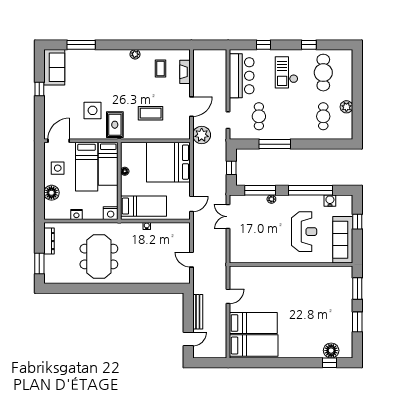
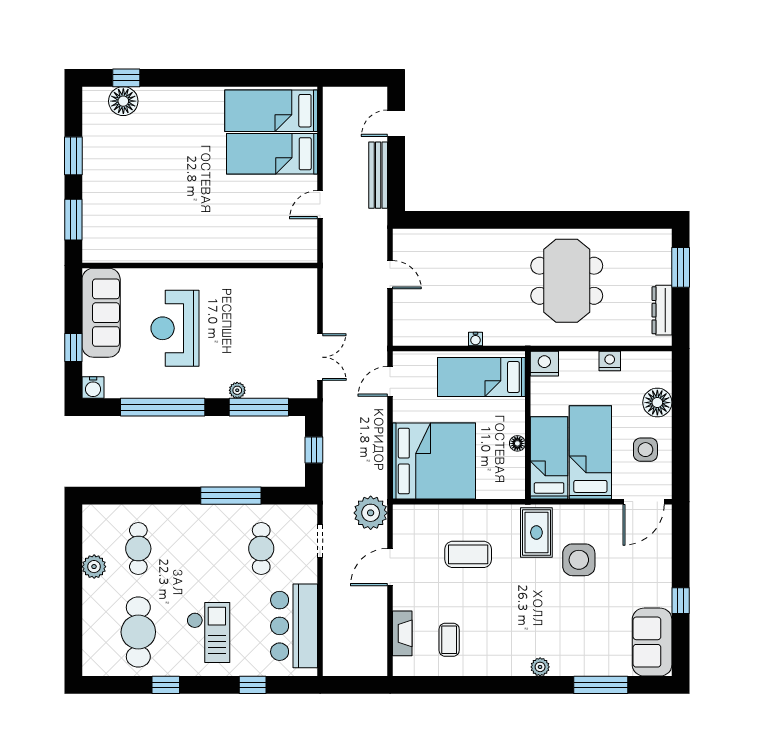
plant: (135, 54) -> (540, 667), moved
water cooler: (330, 201) -> (93, 387), moved

